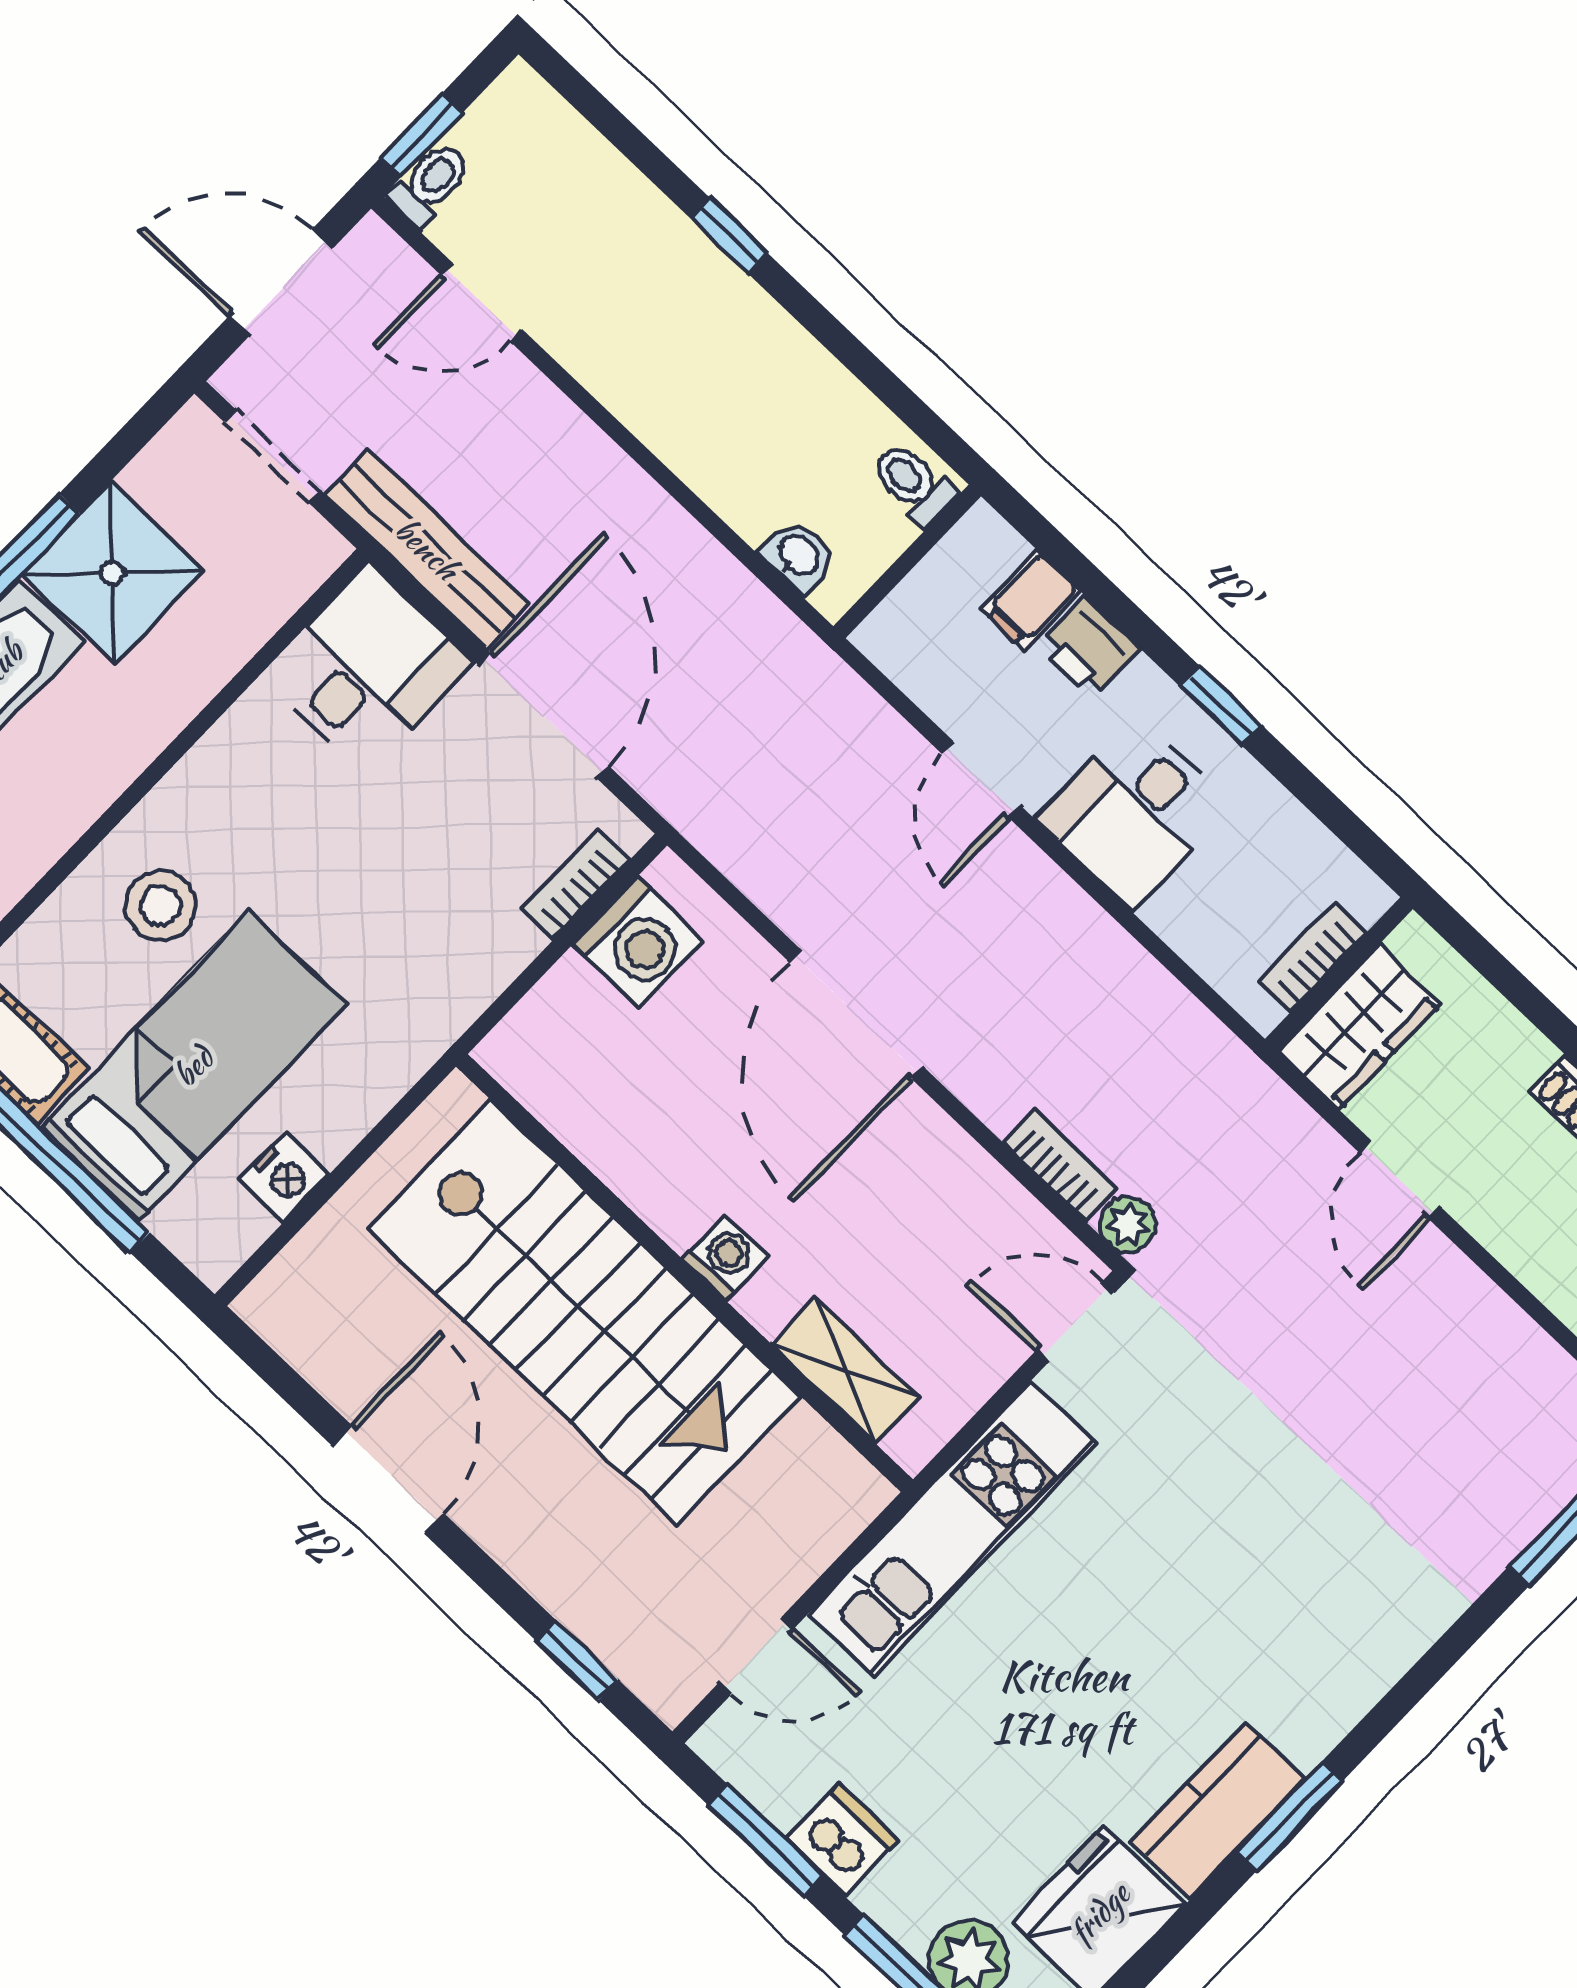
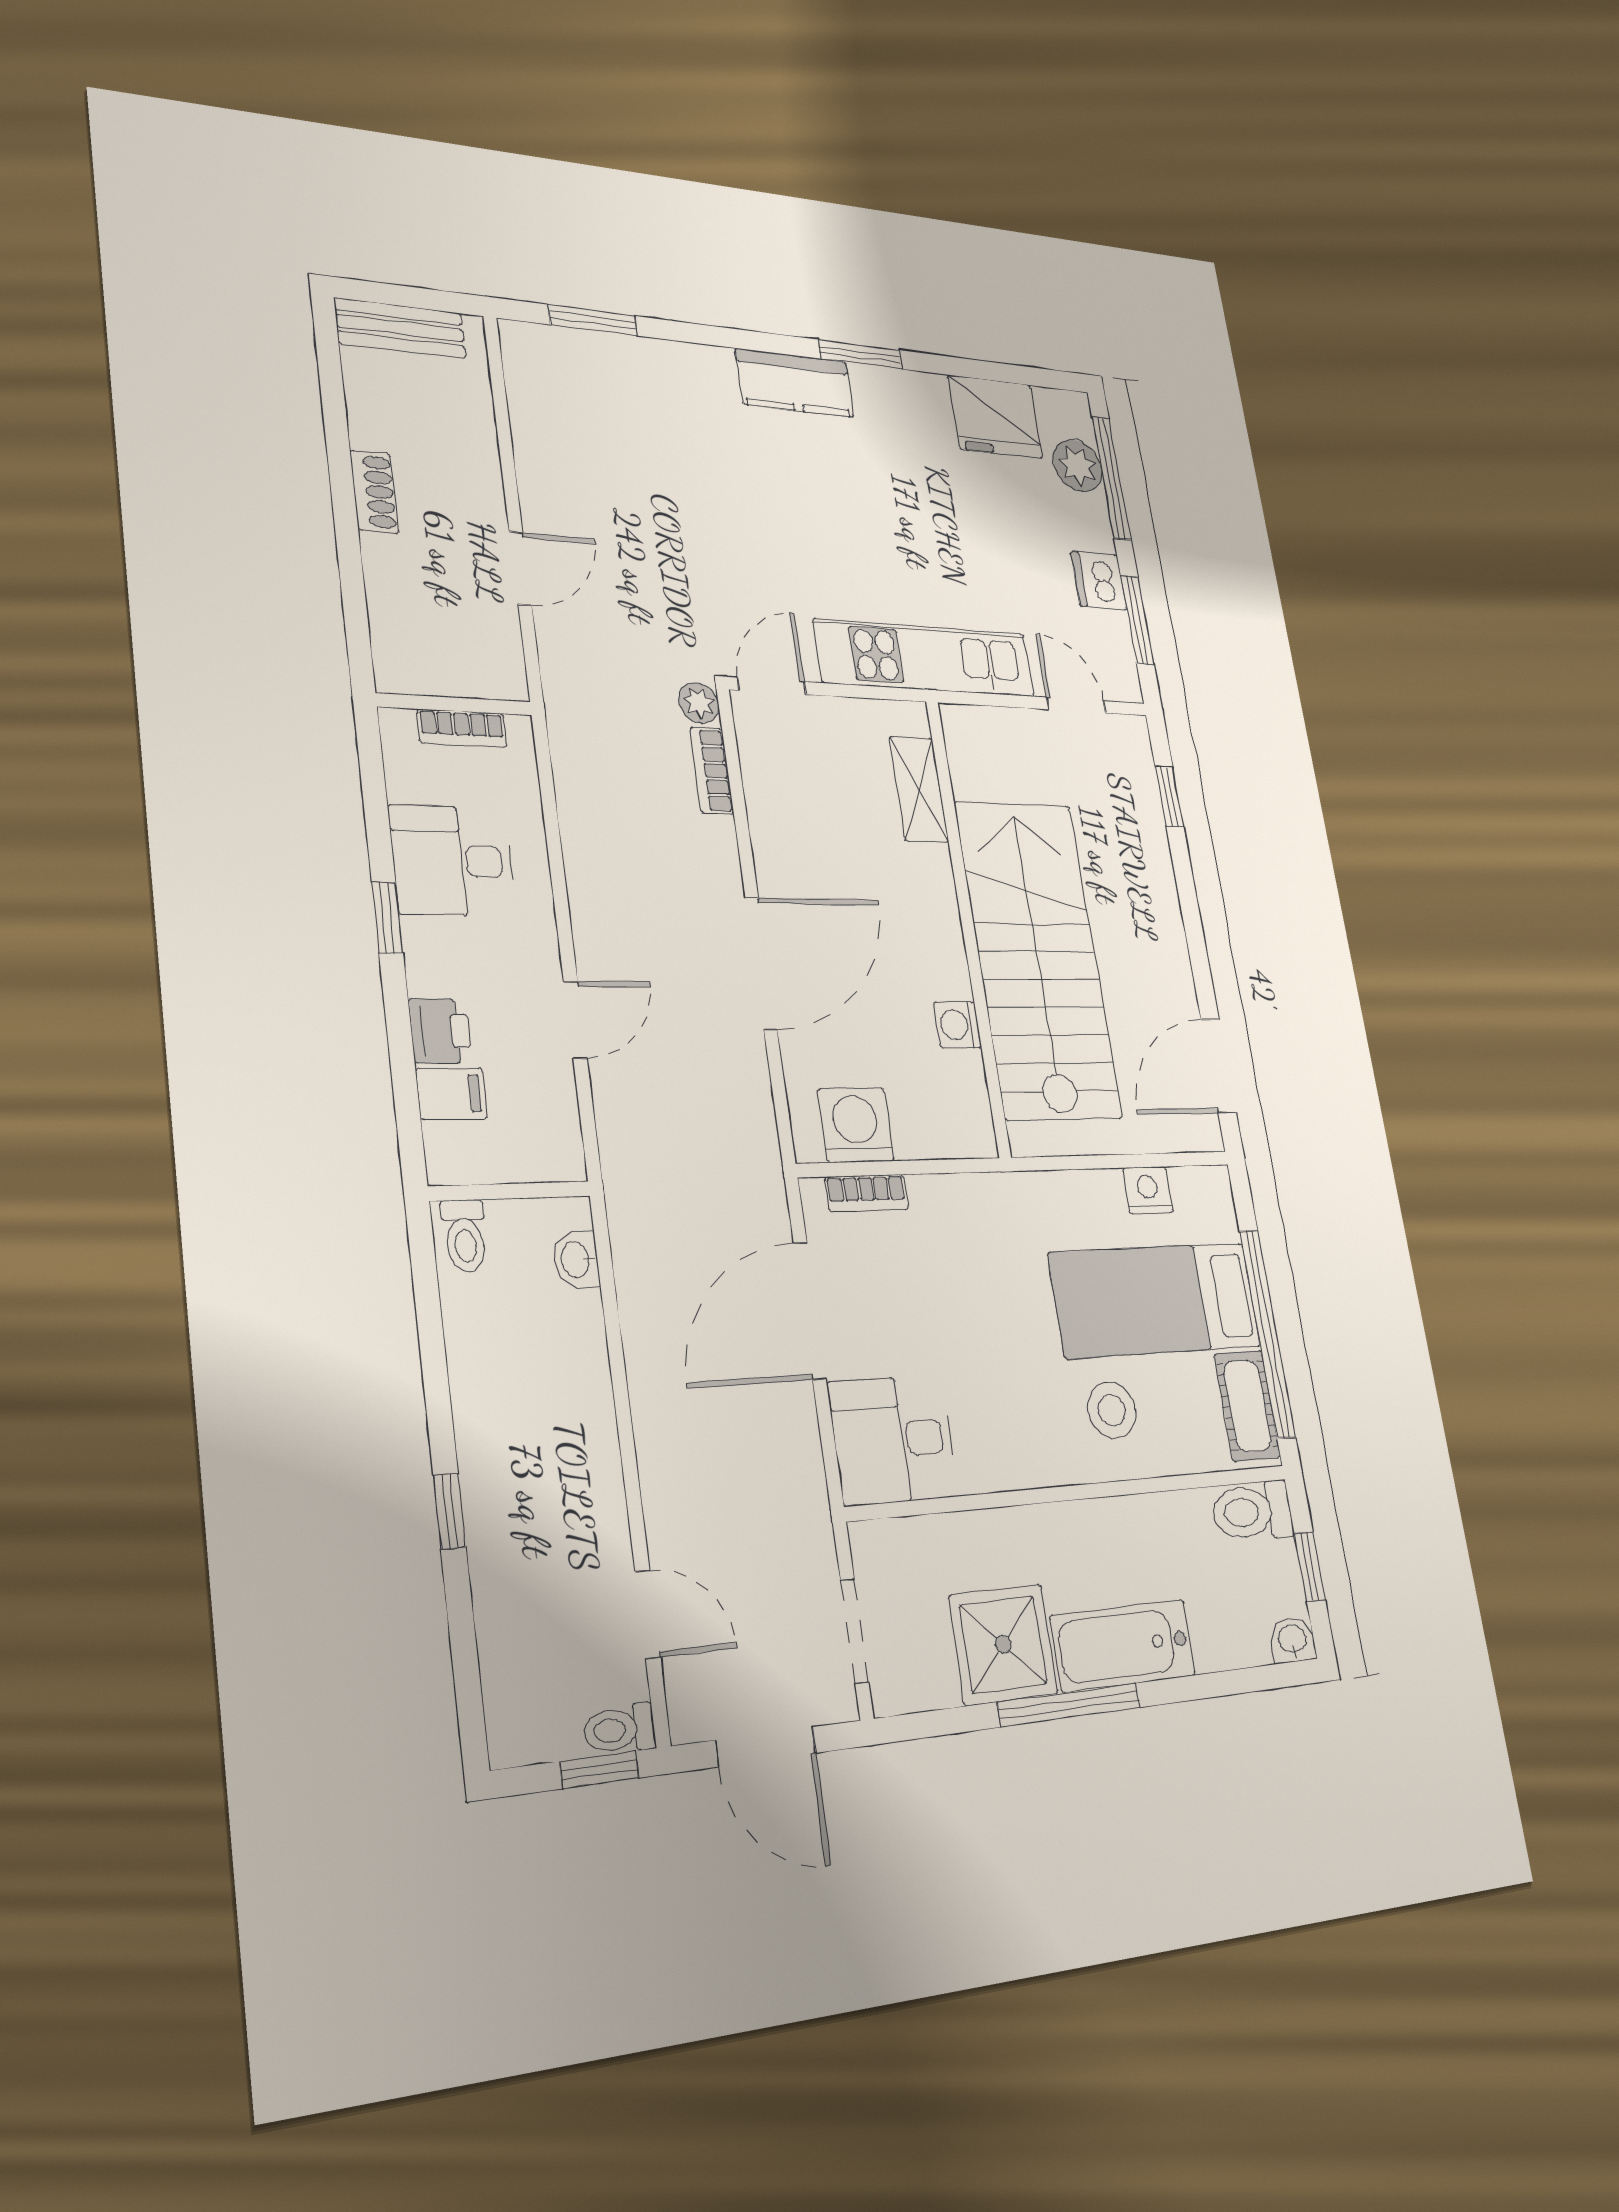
bench: (427, 549) -> (803, 1481), removed
desk: (1134, 813) -> (452, 861), moved, turned 180
wardrobe: (1359, 1027) -> (469, 666), removed
washing machine: (725, 1258) -> (958, 1025), moved
door: (1075, 1322) -> (772, 686), swing flipped
door: (388, 1479) -> (1219, 1066), moved
kitchen counter: (1217, 1811) -> (795, 383), moved

